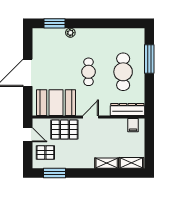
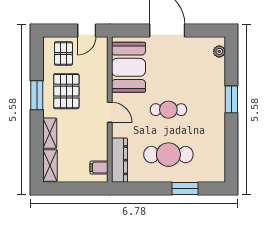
window: (54, 23) -> (231, 99), moved
plant: (70, 33) -> (219, 51), moved
window: (149, 59) -> (185, 189), width x0.69
pallet: (64, 130) -> (66, 91), moved
window: (54, 173) -> (37, 95), moved

